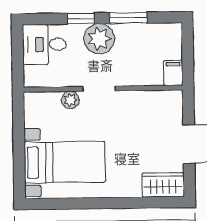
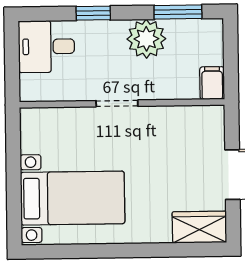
window: (128, 18) -> (178, 12), moved
plant: (99, 39) -> (146, 39), moved
plant: (70, 100) -> (80, 118), removed

